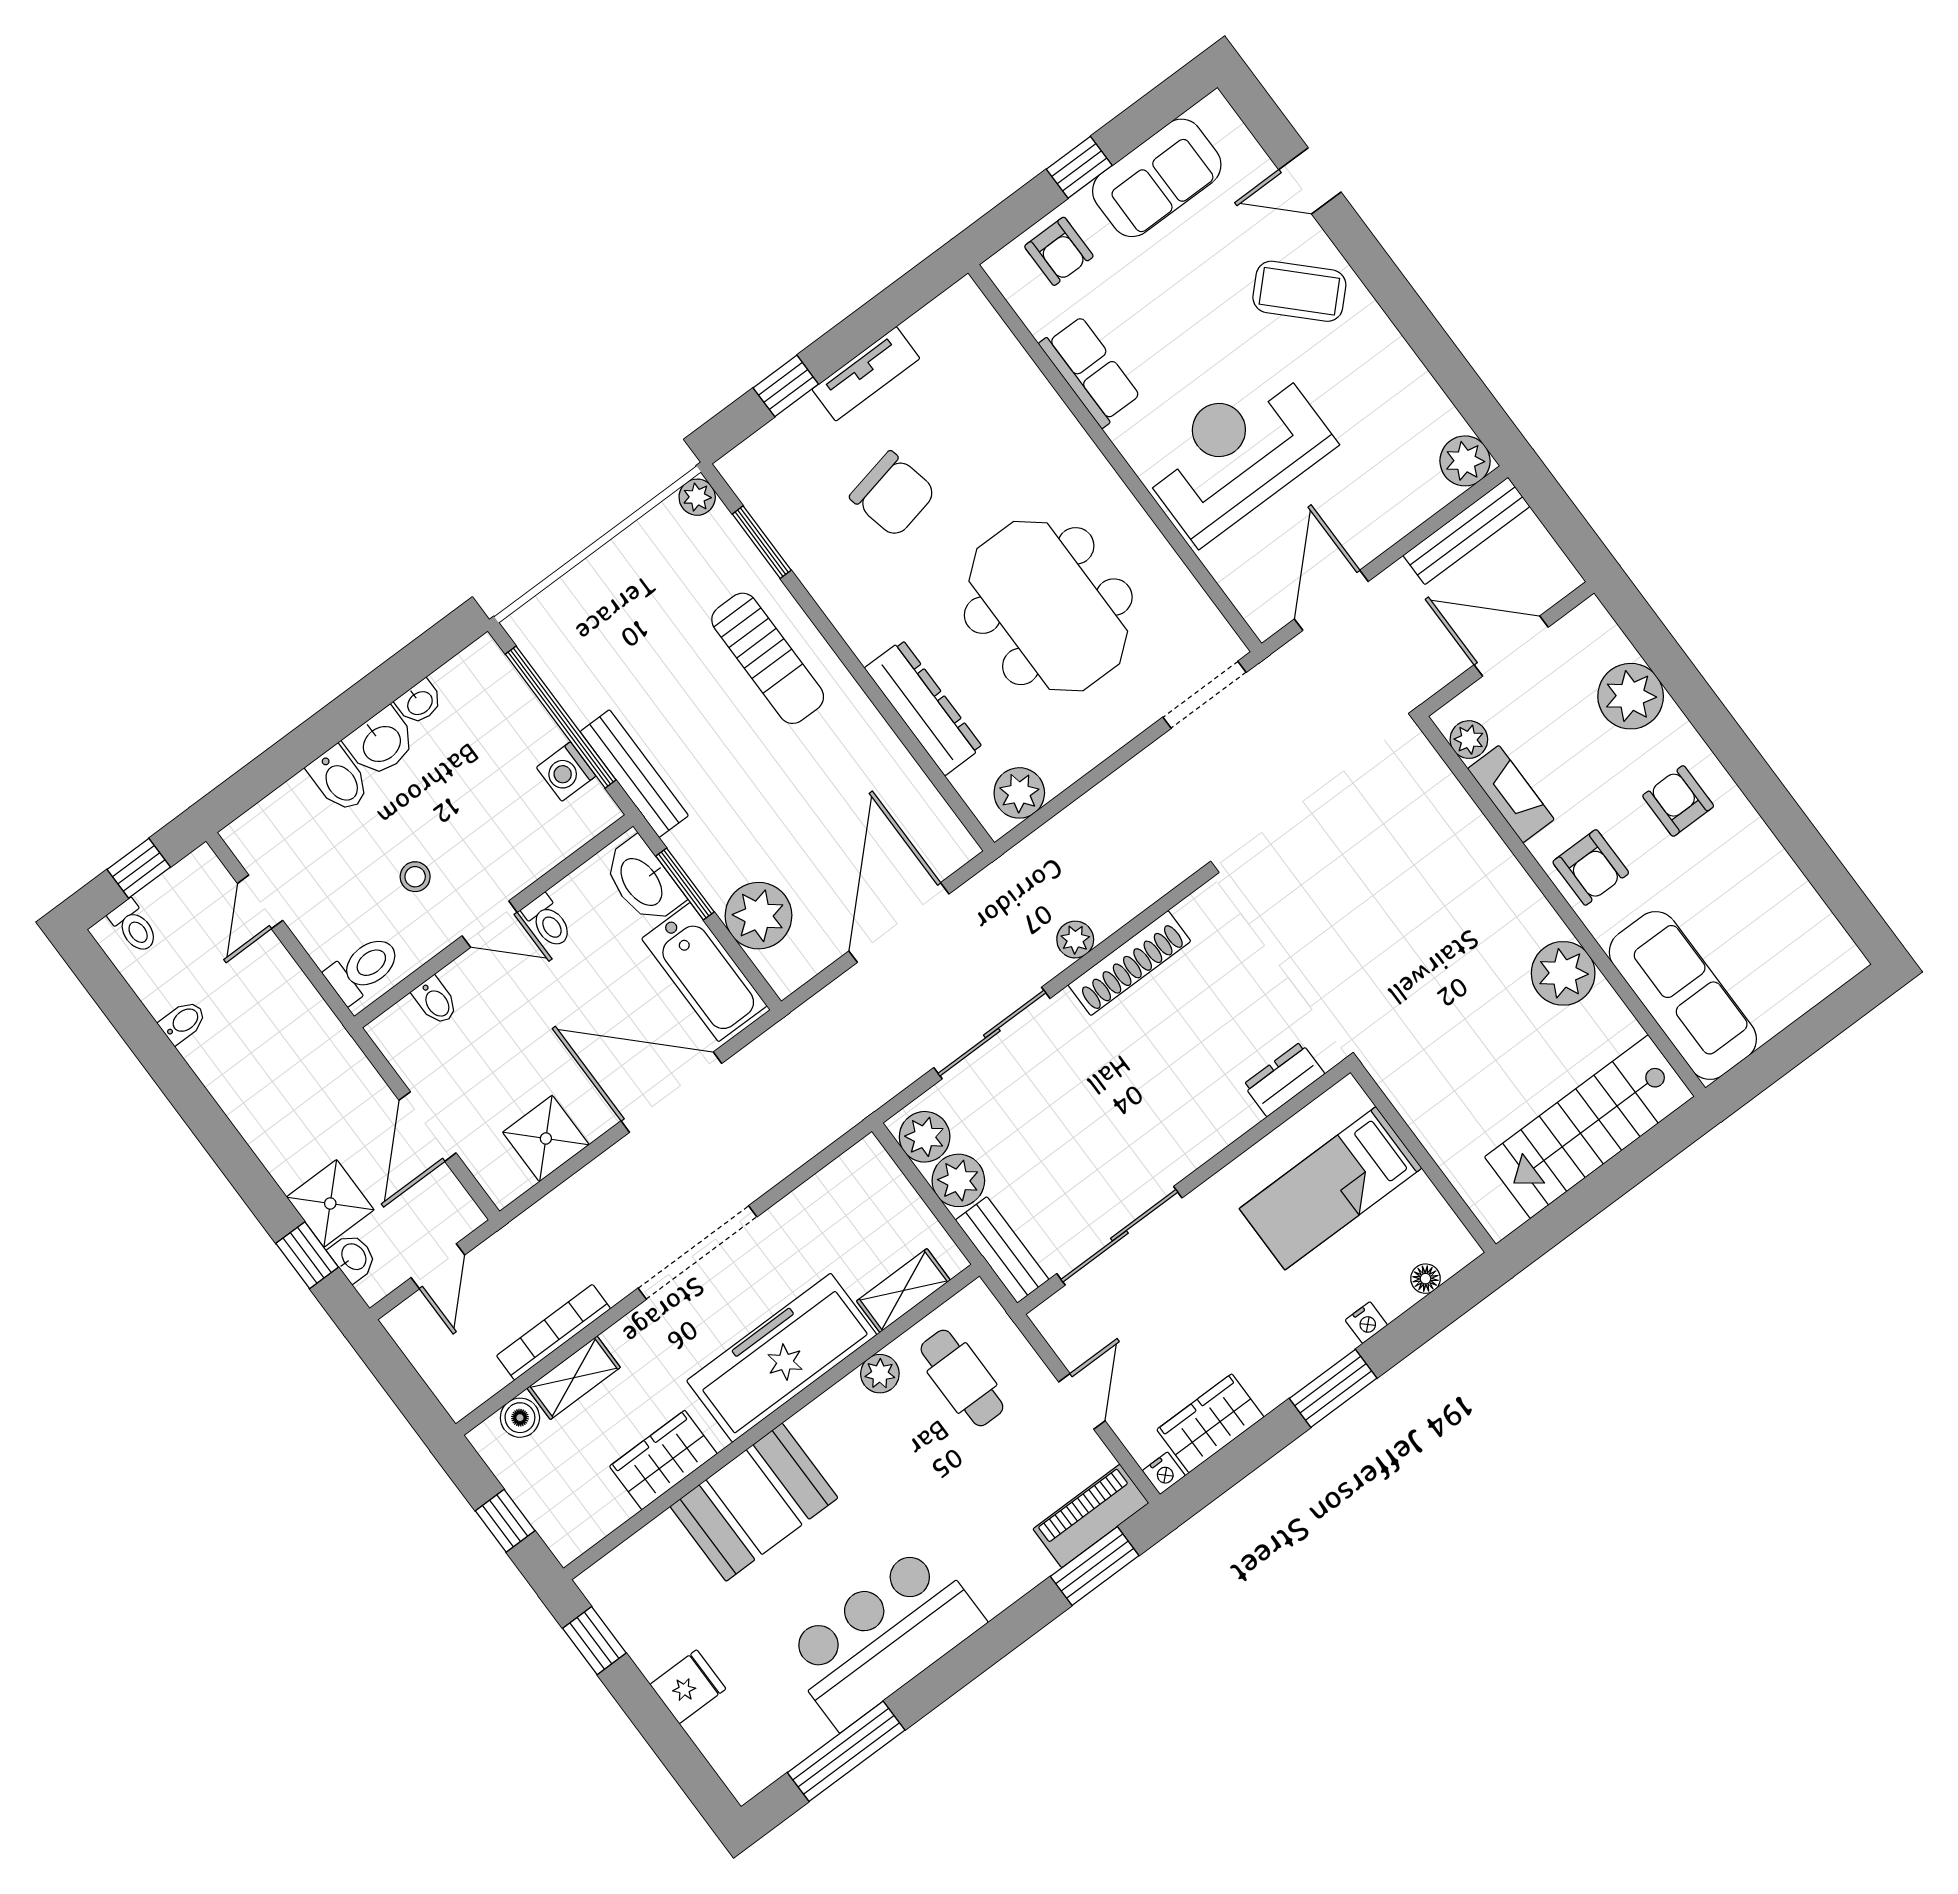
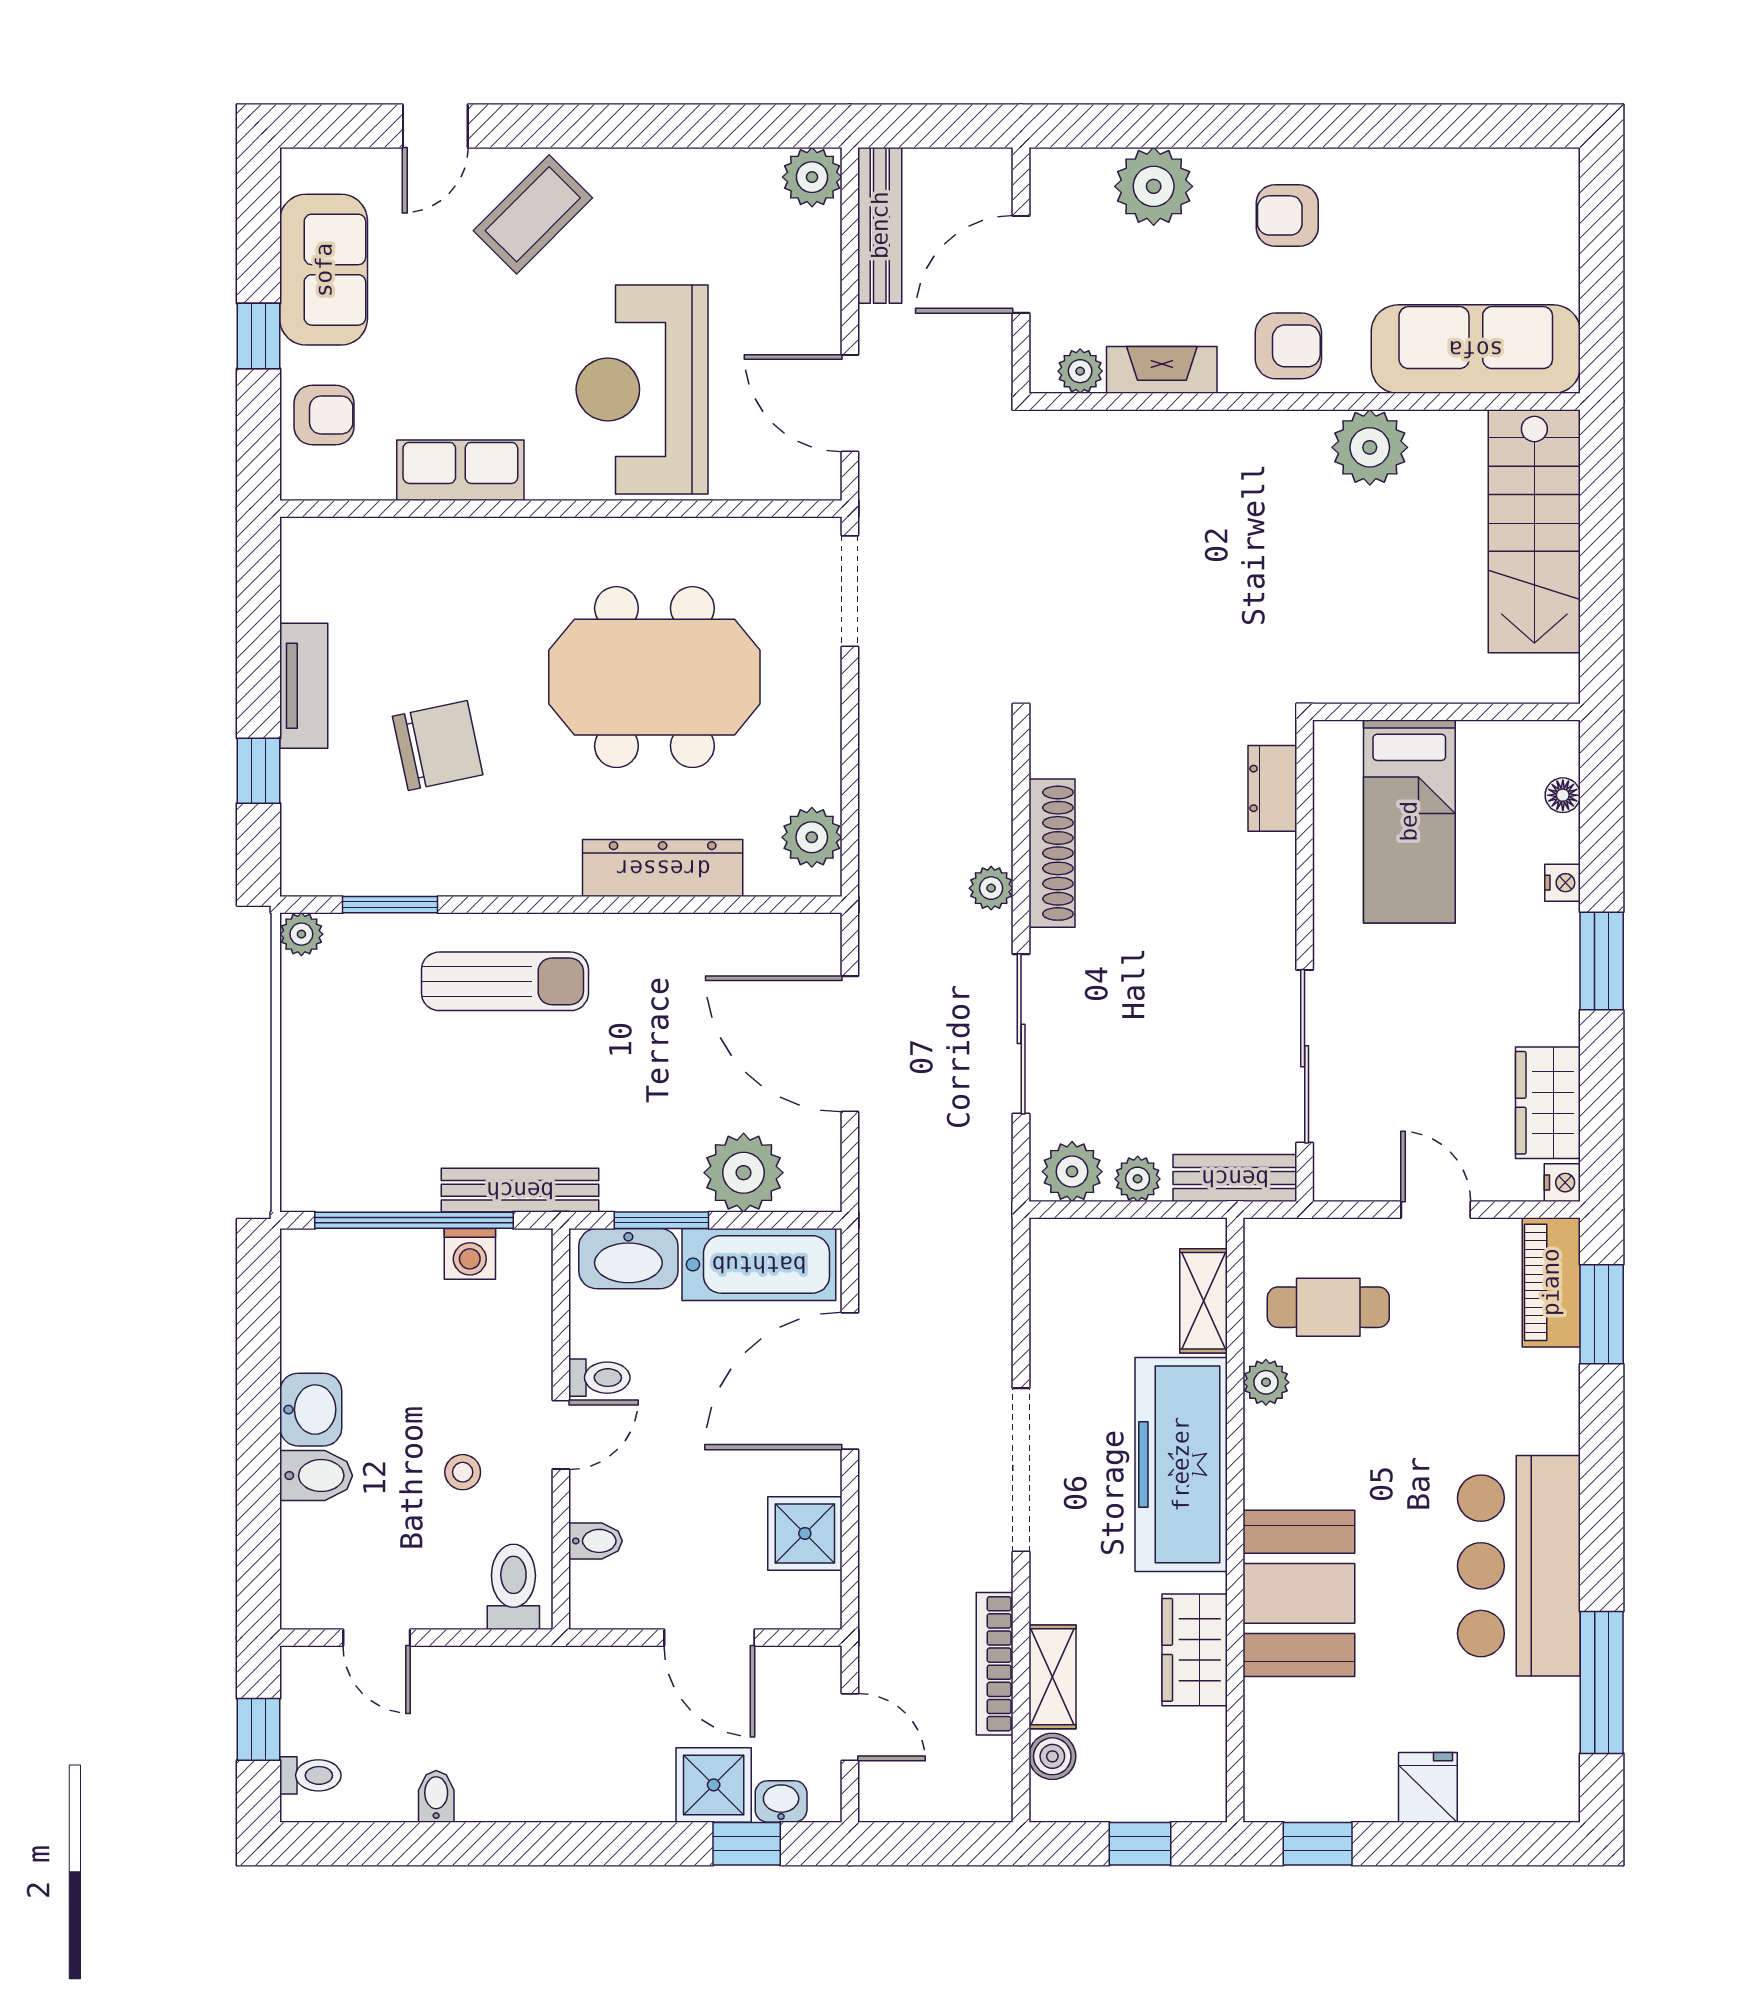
washbasin: (419, 702) -> (300, 1344), removed
plant: (958, 1180) -> (1138, 1179), width x0.73, depth x0.73

